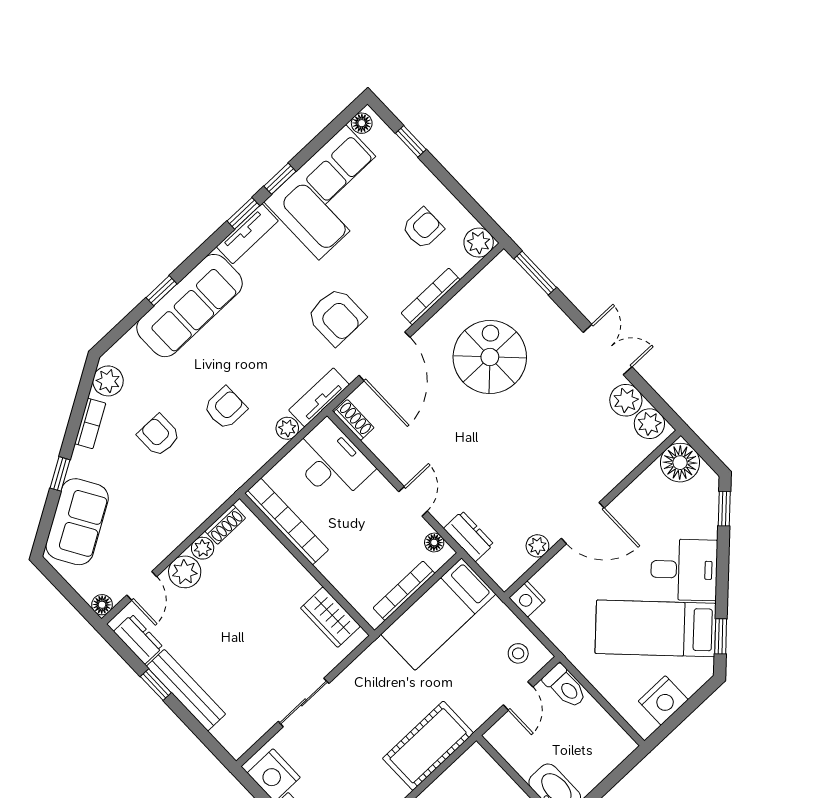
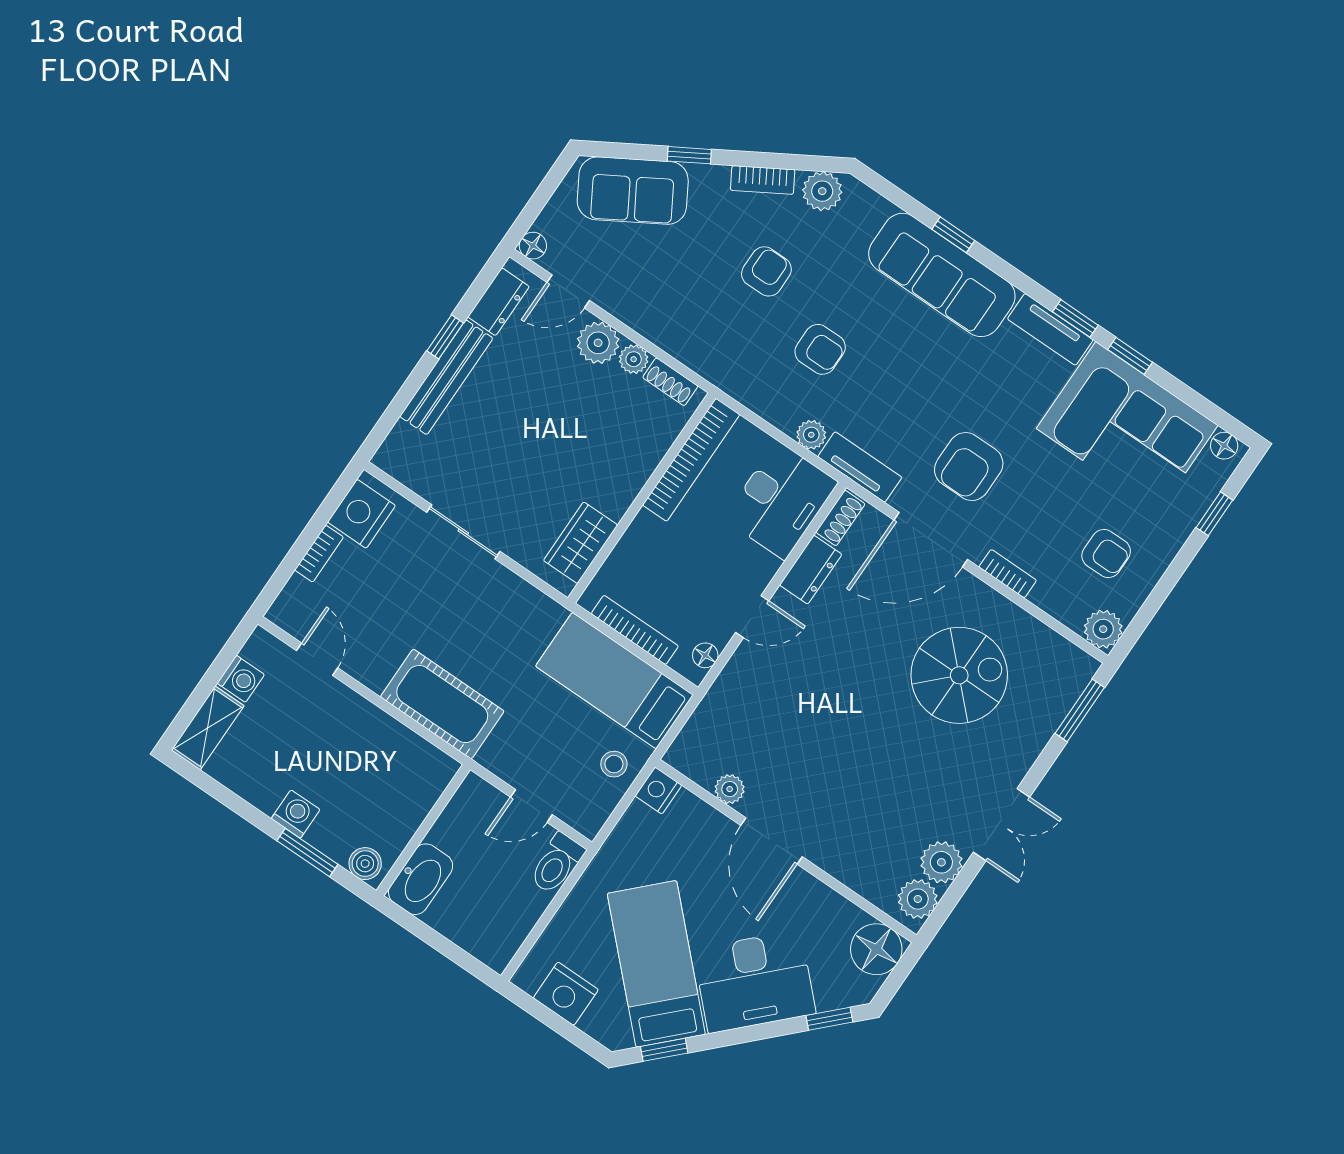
bookcase: (431, 296) -> (1008, 574), width x0.64
dresser: (469, 536) -> (811, 570), moved
desk: (684, 570) -> (754, 981), width x1.37
stool: (518, 653) -> (614, 764), moved

